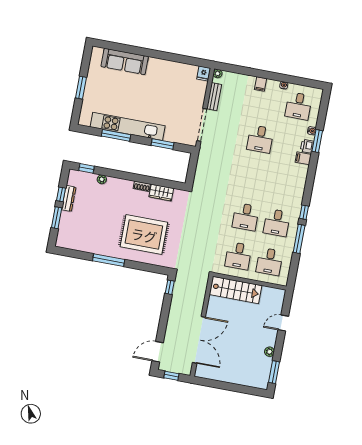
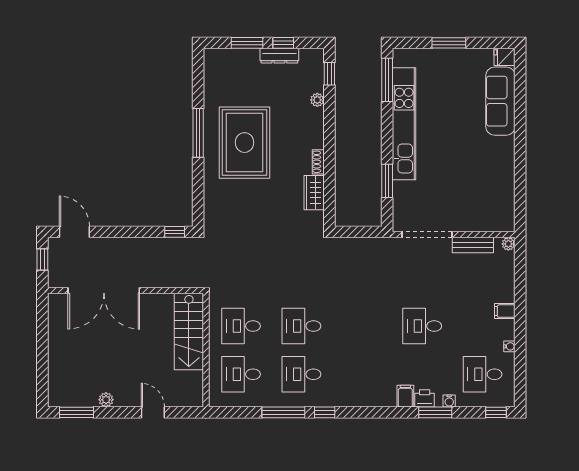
fridge: (204, 73) -> (505, 57), moved
window: (325, 102) -> (496, 412), added
window: (116, 135) -> (387, 80), moved
rug: (144, 235) -> (245, 143), moved

